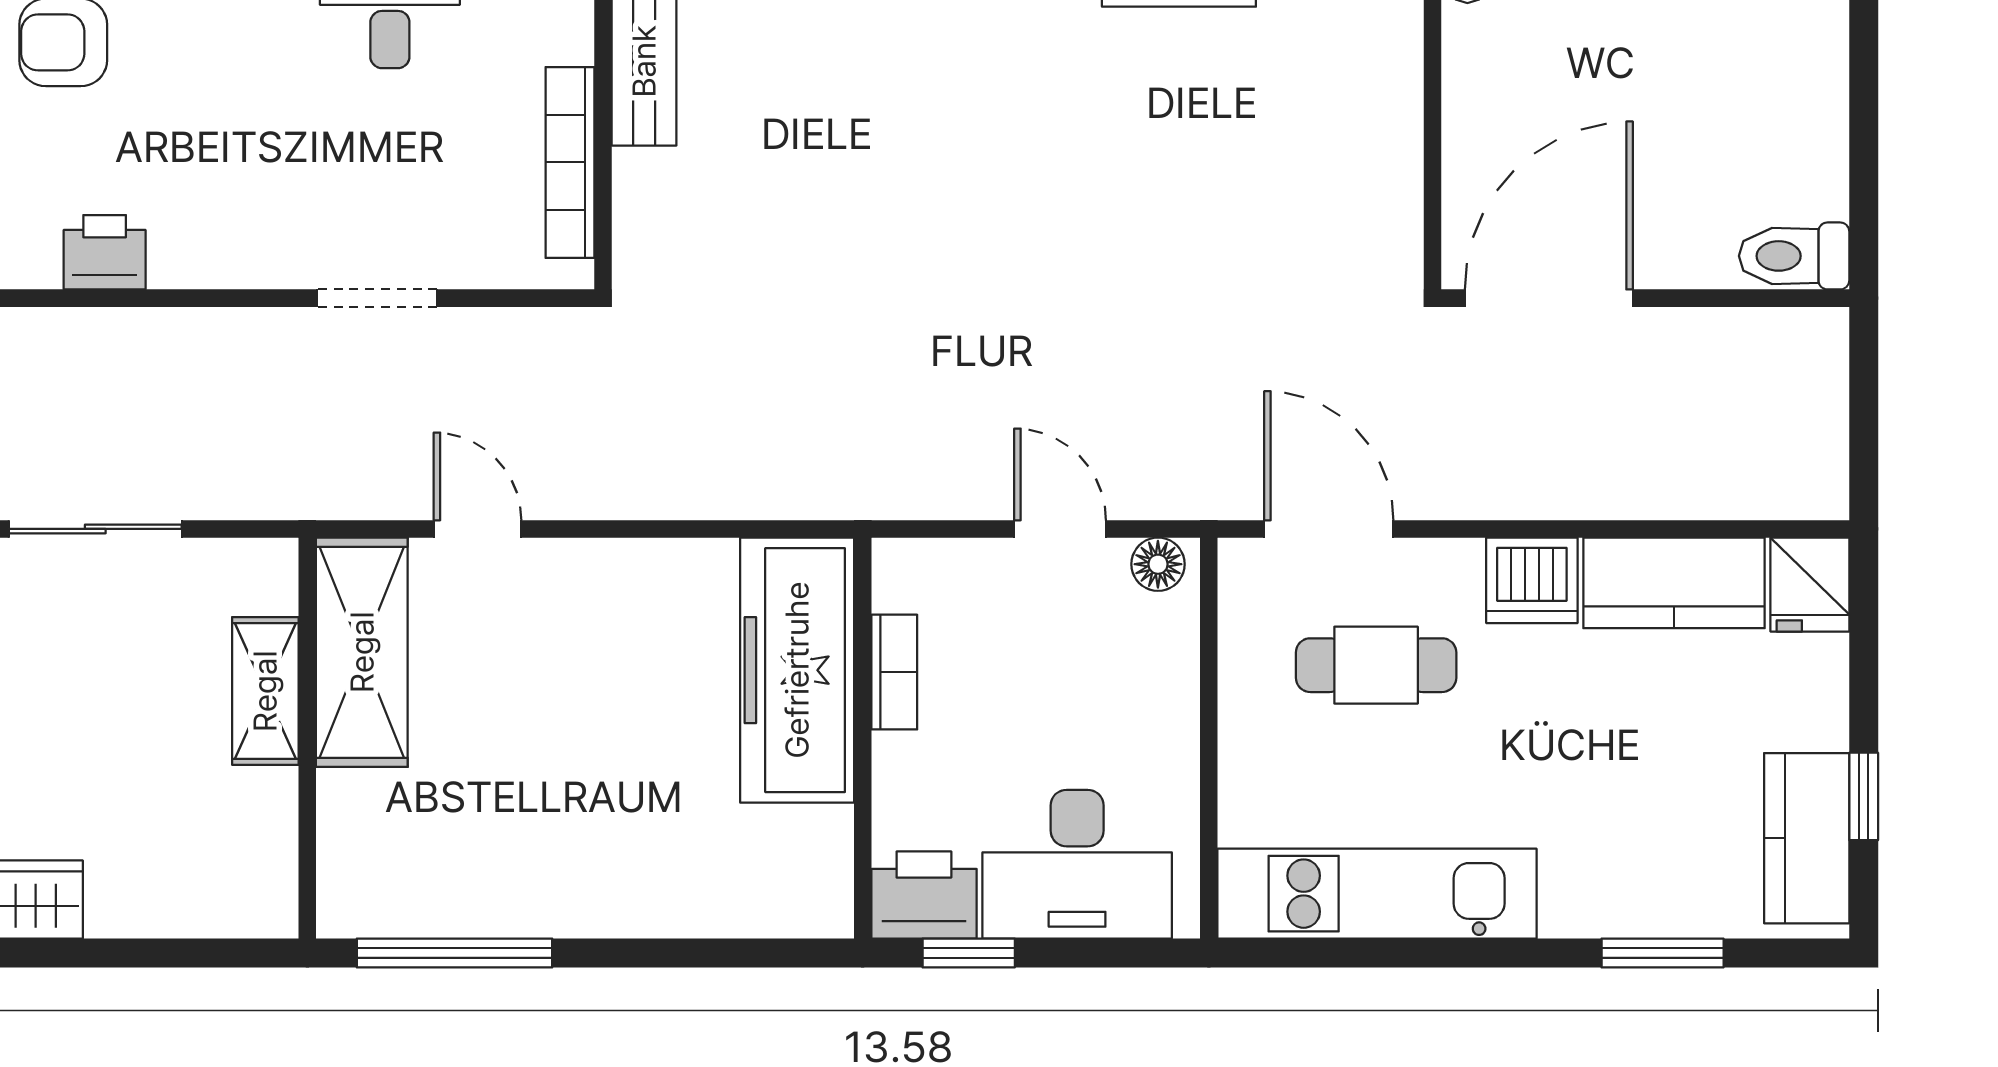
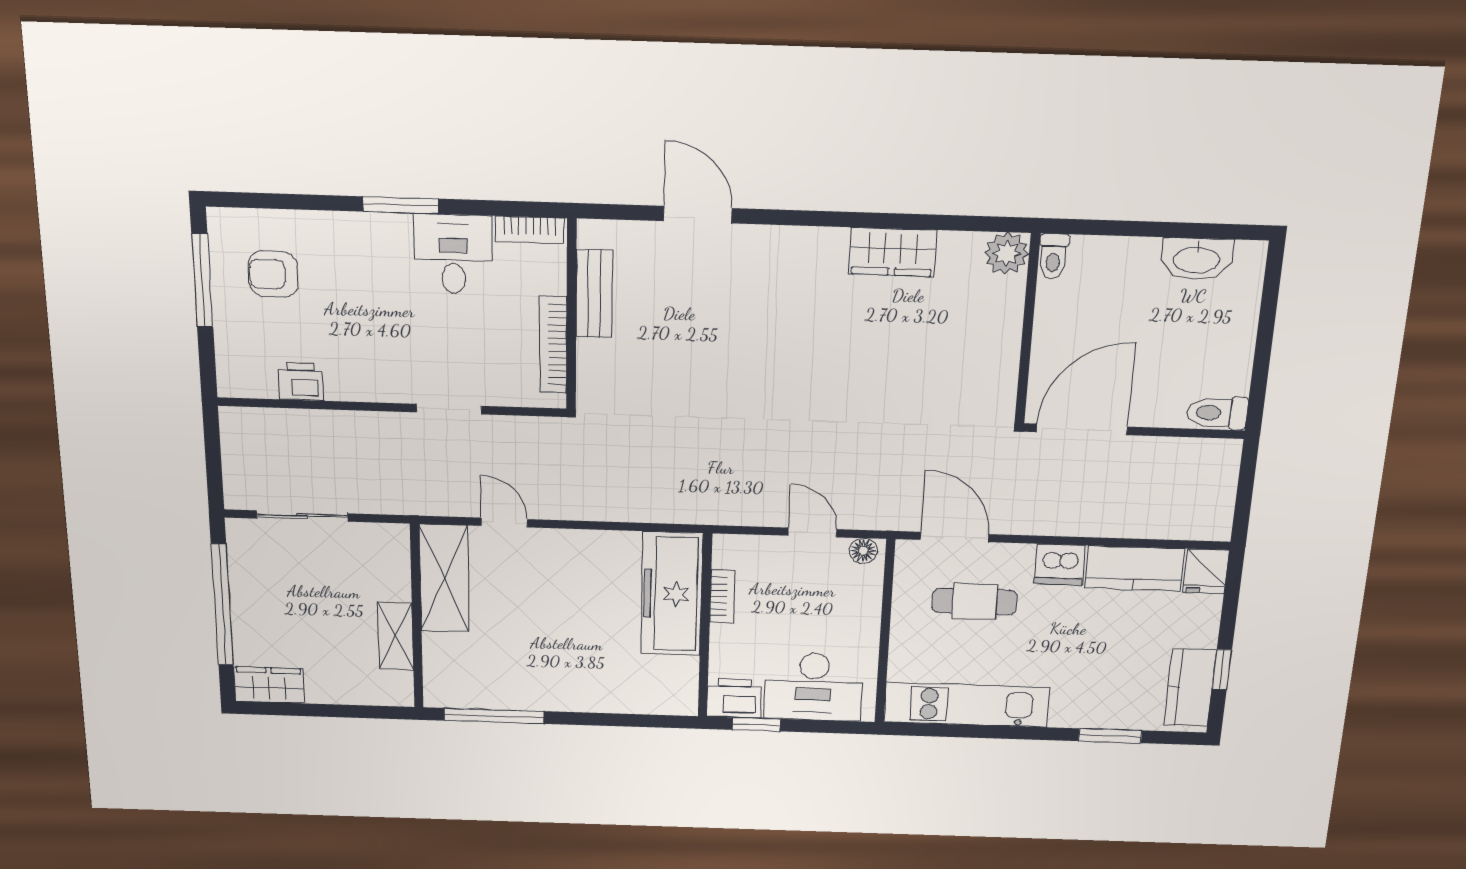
shelving: (265, 691) -> (395, 636), moved

